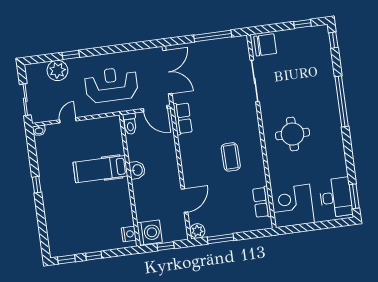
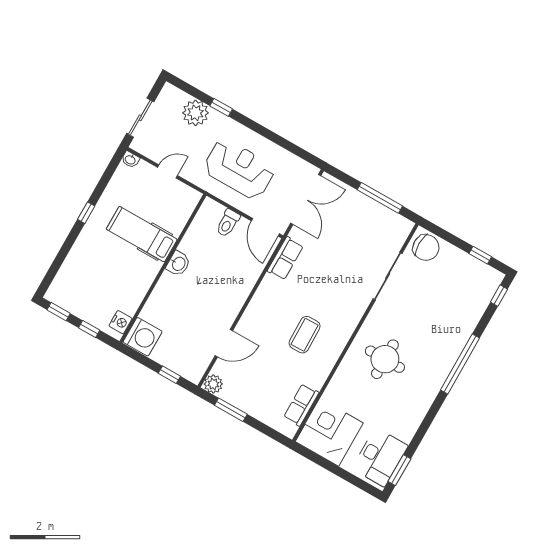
hospital bed: (100, 169) -> (142, 234), moved
washbasin: (137, 170) -> (178, 264), moved
wall: (130, 180) -> (163, 268), moved
washing machine: (150, 233) -> (143, 337), moved
nightstand: (129, 234) -> (120, 322), moved

